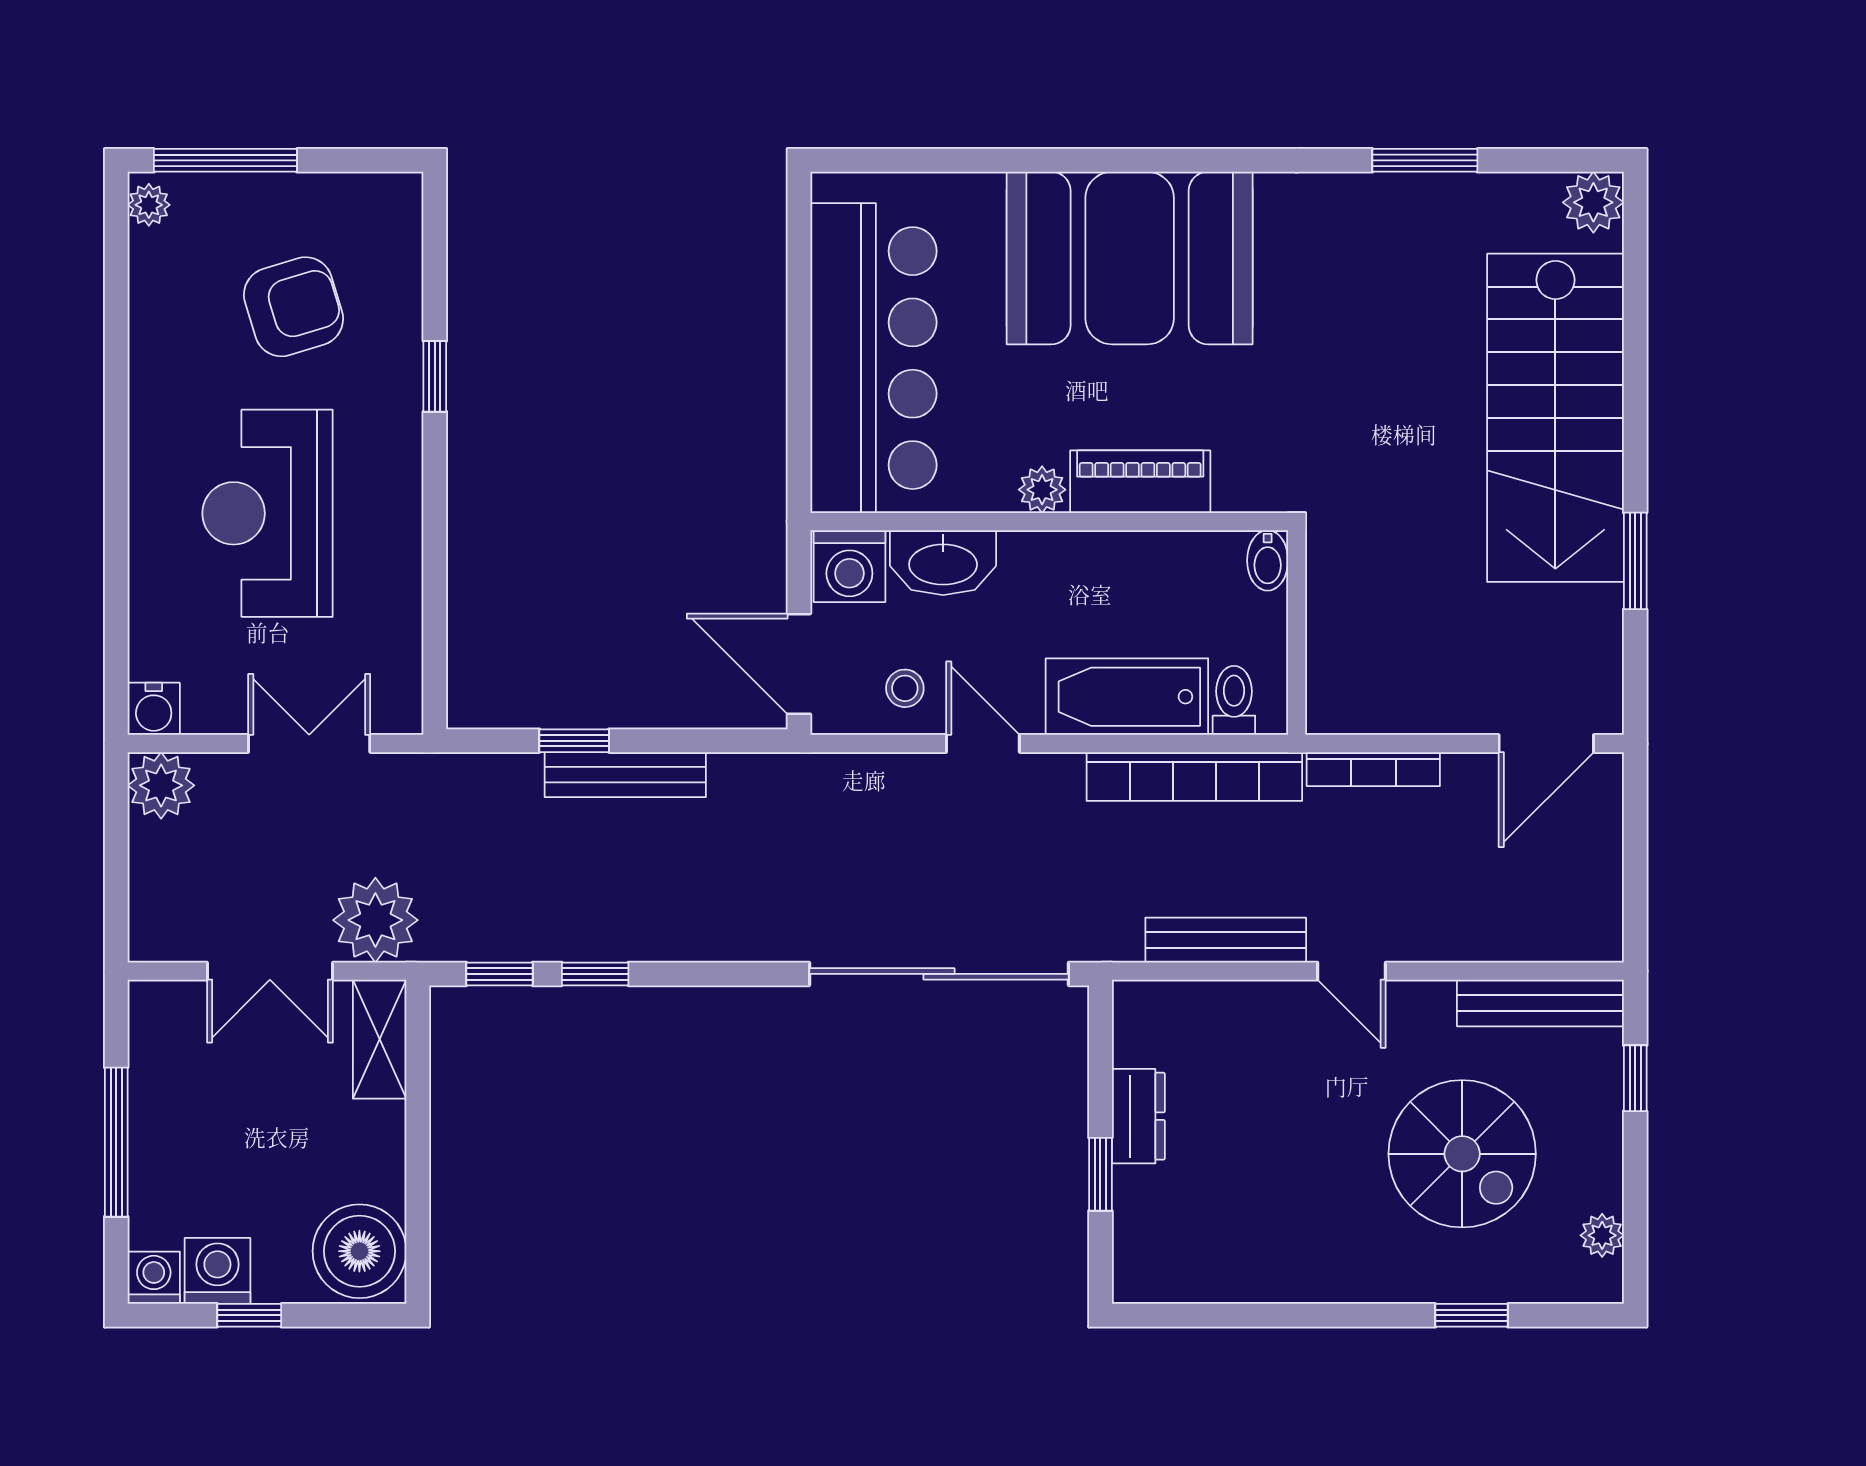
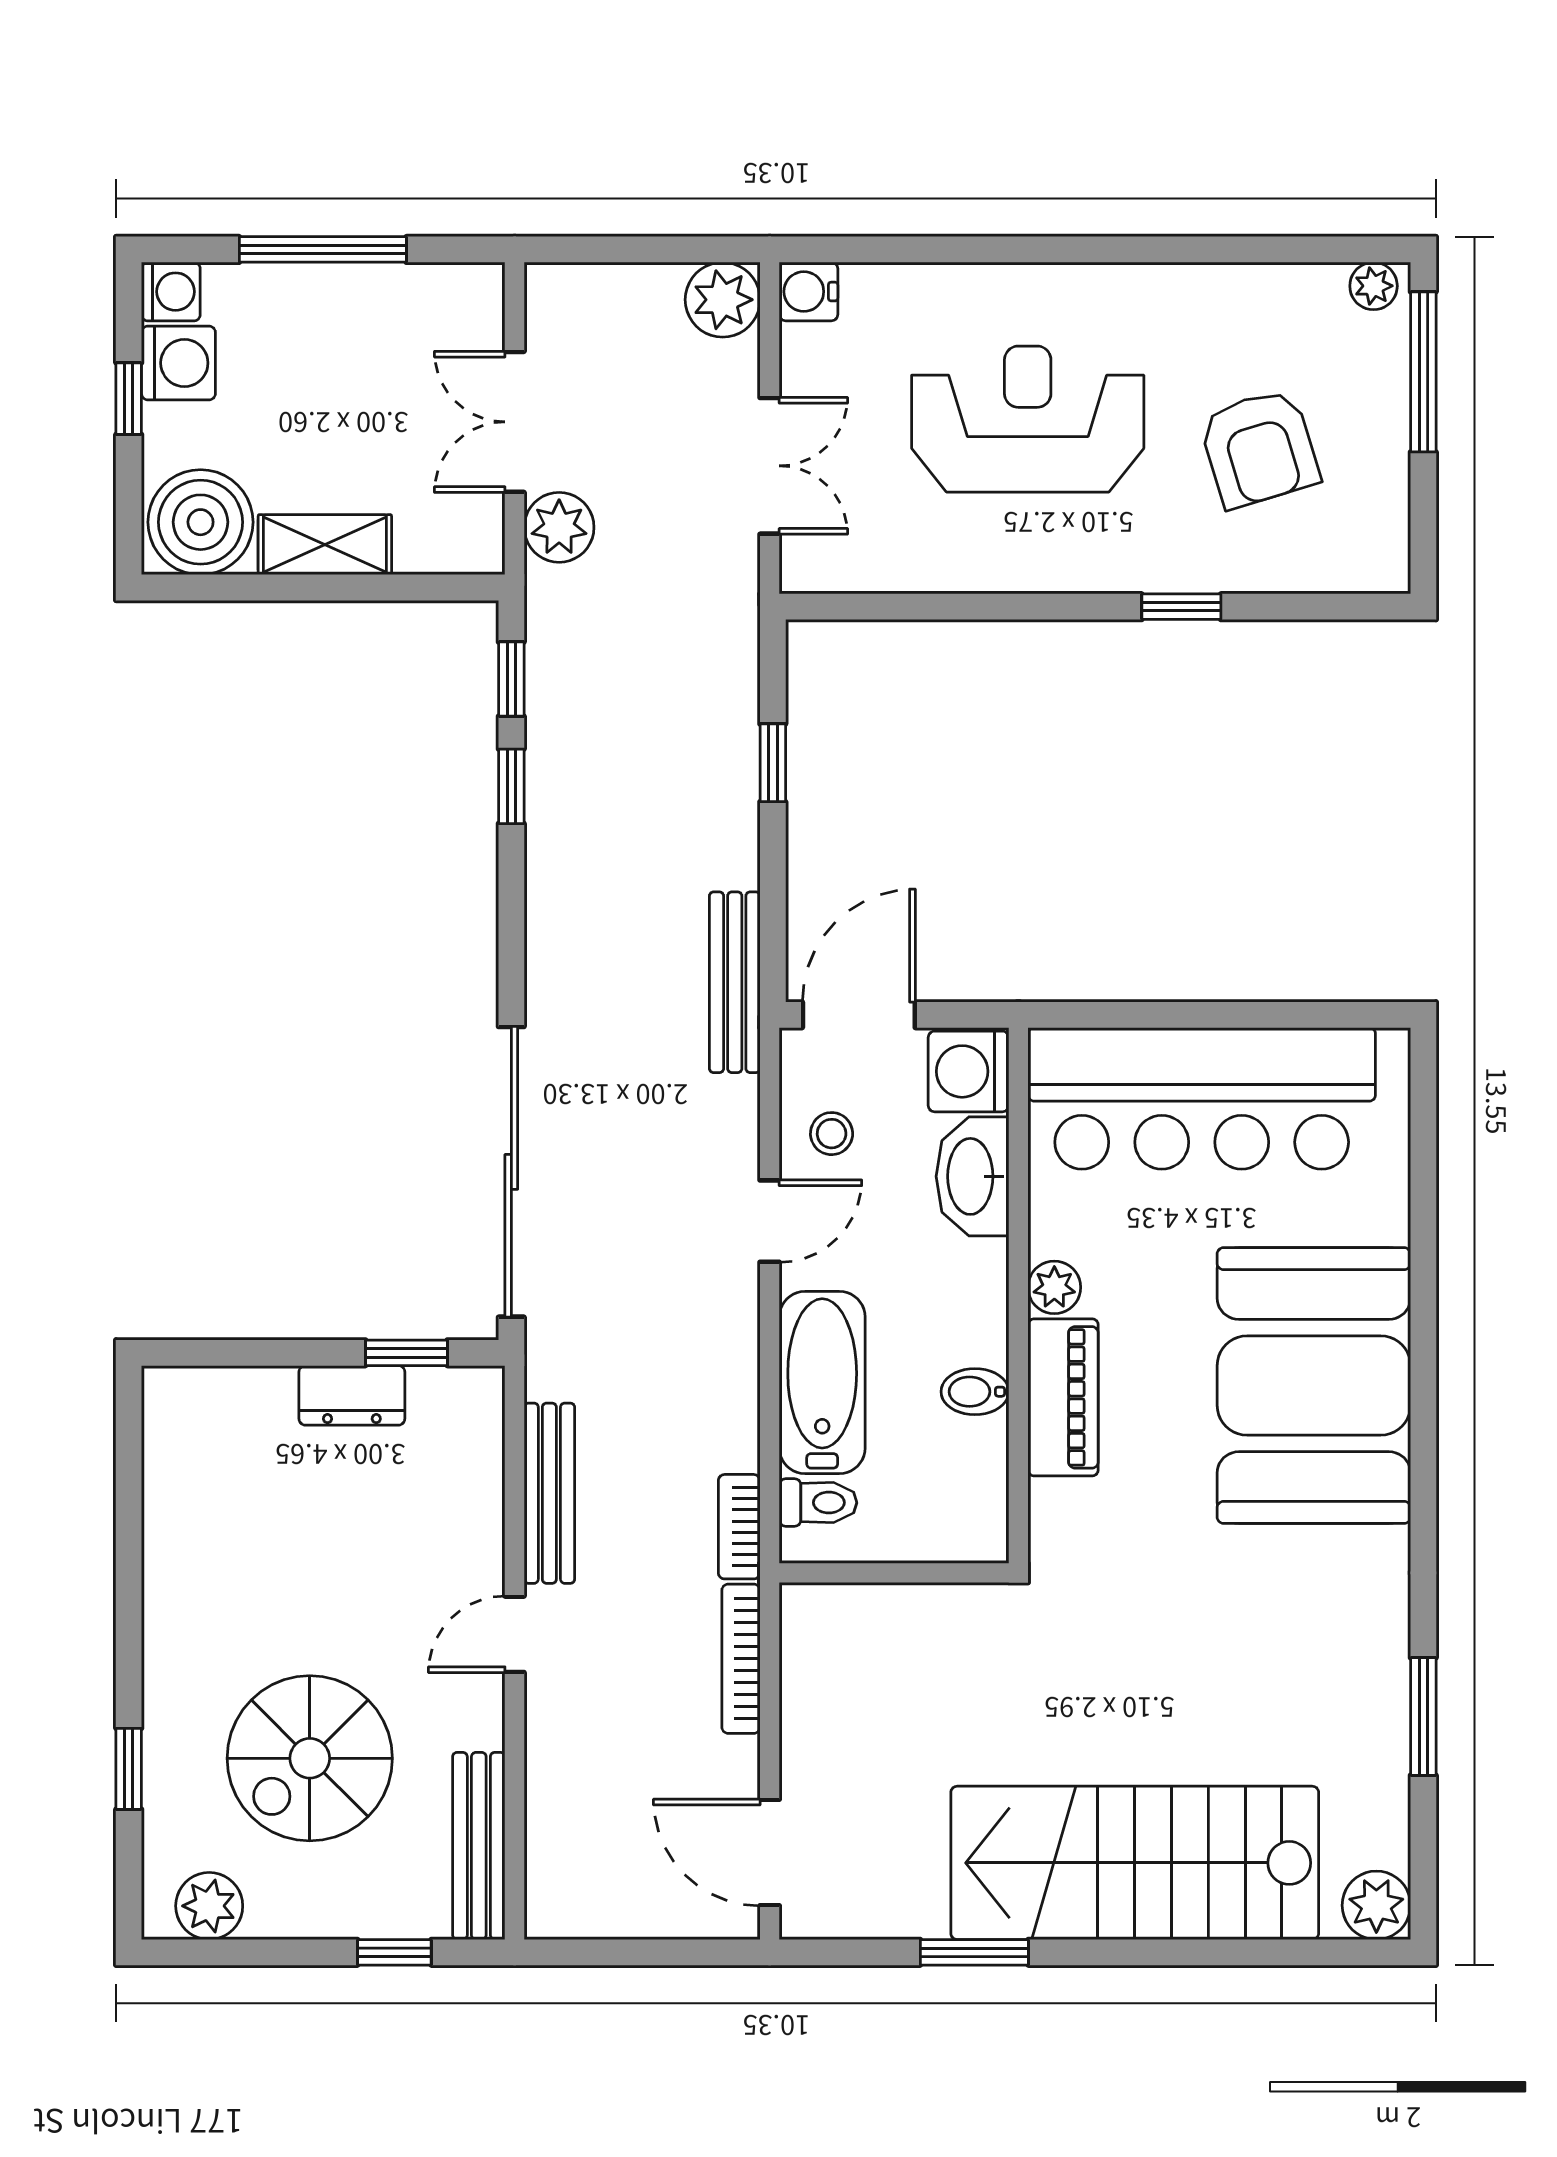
bidet: (1268, 560) -> (975, 1392), moved
bench: (625, 775) -> (735, 982), moved
bookcase: (1194, 777) -> (739, 1527), width x0.43, depth x0.76
plant: (375, 920) -> (559, 527), width x0.73, depth x0.73
shelving: (380, 1039) -> (325, 545), moved
window: (1100, 1174) -> (406, 1353), moved
plant: (1602, 1235) -> (209, 1906), width x1.38, depth x1.38

